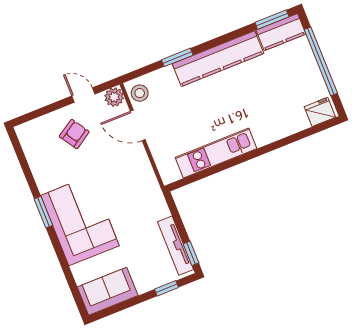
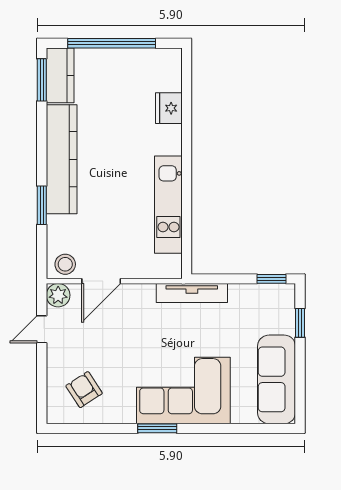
fridge: (320, 112) -> (169, 108), moved
armchair: (74, 134) -> (84, 390), moved
tv unit: (175, 246) -> (192, 293), moved
sofa: (108, 291) -> (277, 379), width x1.36

